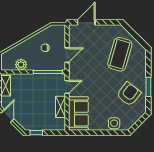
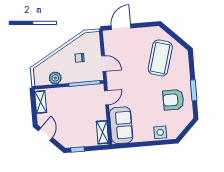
door: (67, 55) -> (104, 64), hinge flipped
armchair: (129, 94) -> (173, 100), turned -128
shelving: (61, 107) -> (102, 132), moved

